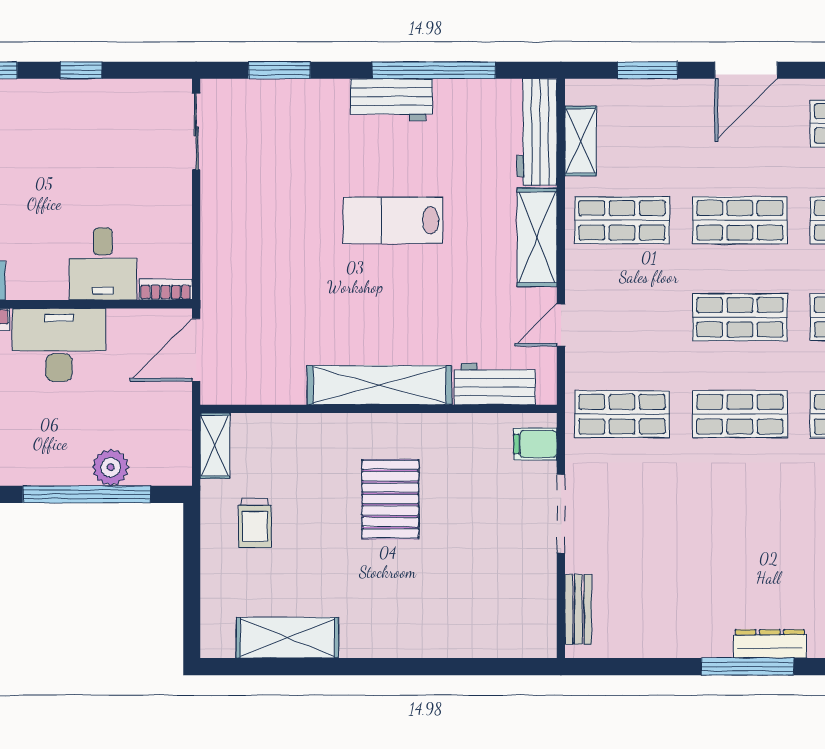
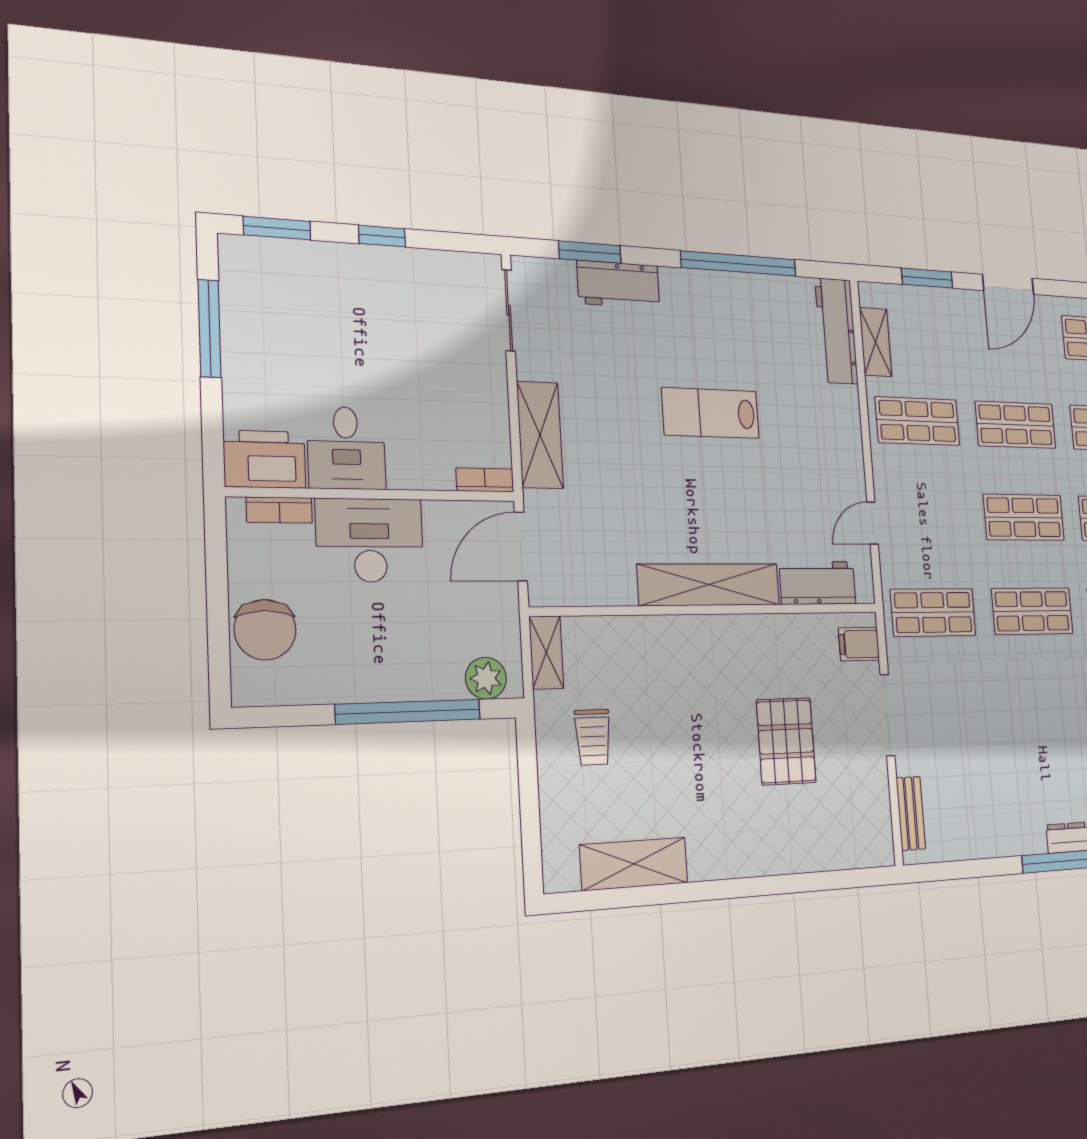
workbench: (391, 100) -> (618, 285), moved
shelving: (537, 237) -> (540, 435), moved
desk: (103, 264) -> (346, 448), moved
plant: (111, 467) -> (486, 678), moved
pallet: (390, 499) -> (786, 741), moved

